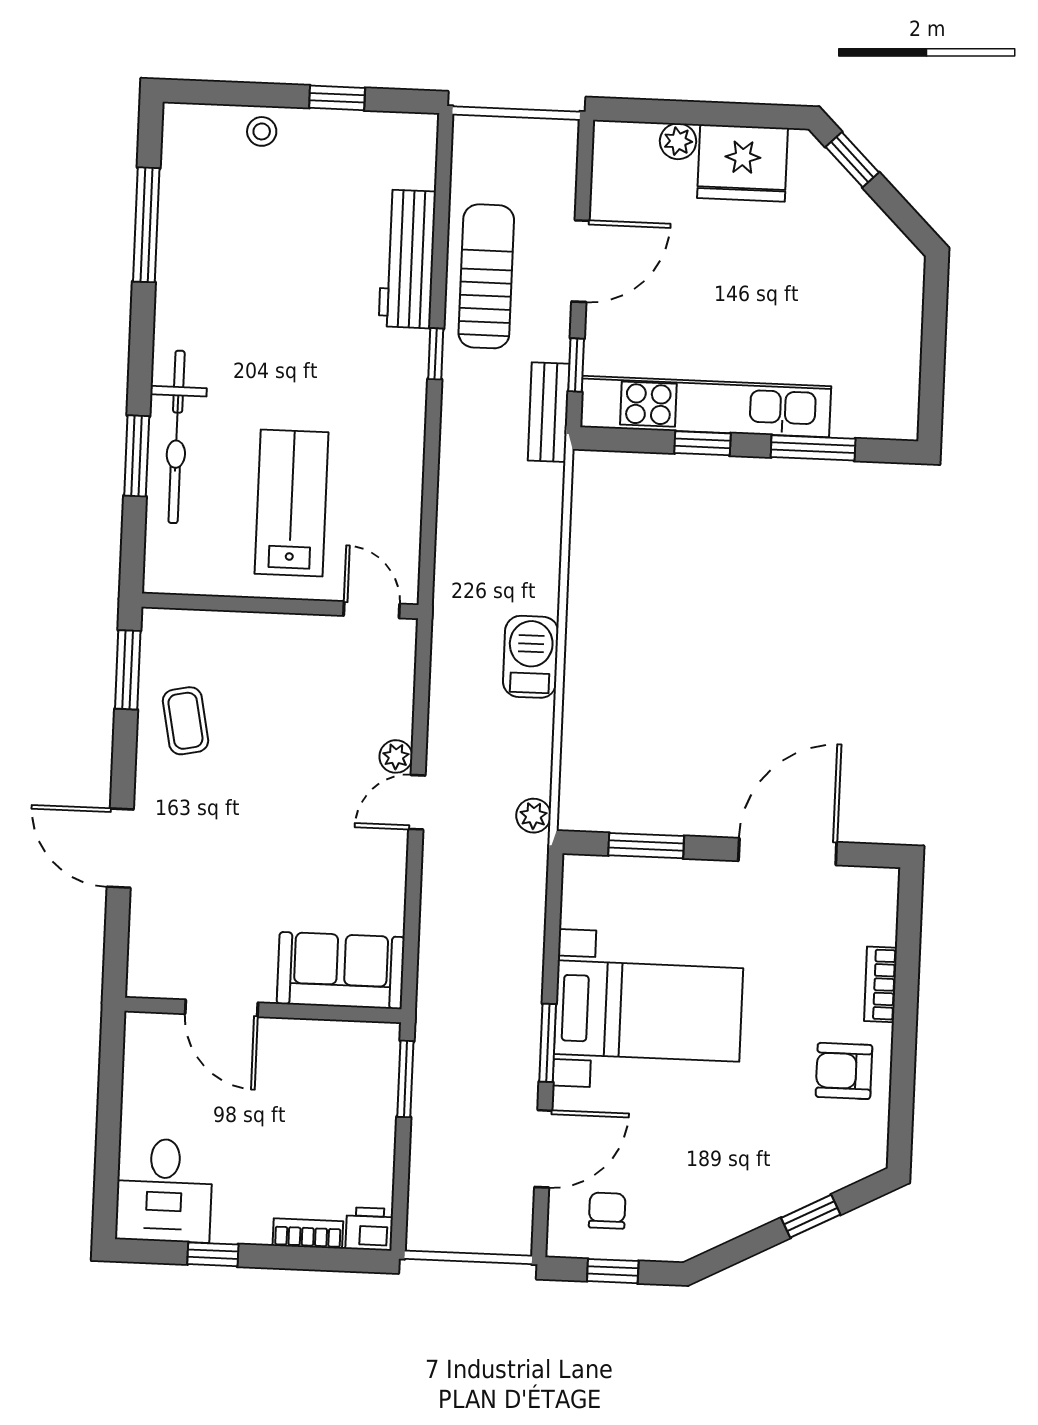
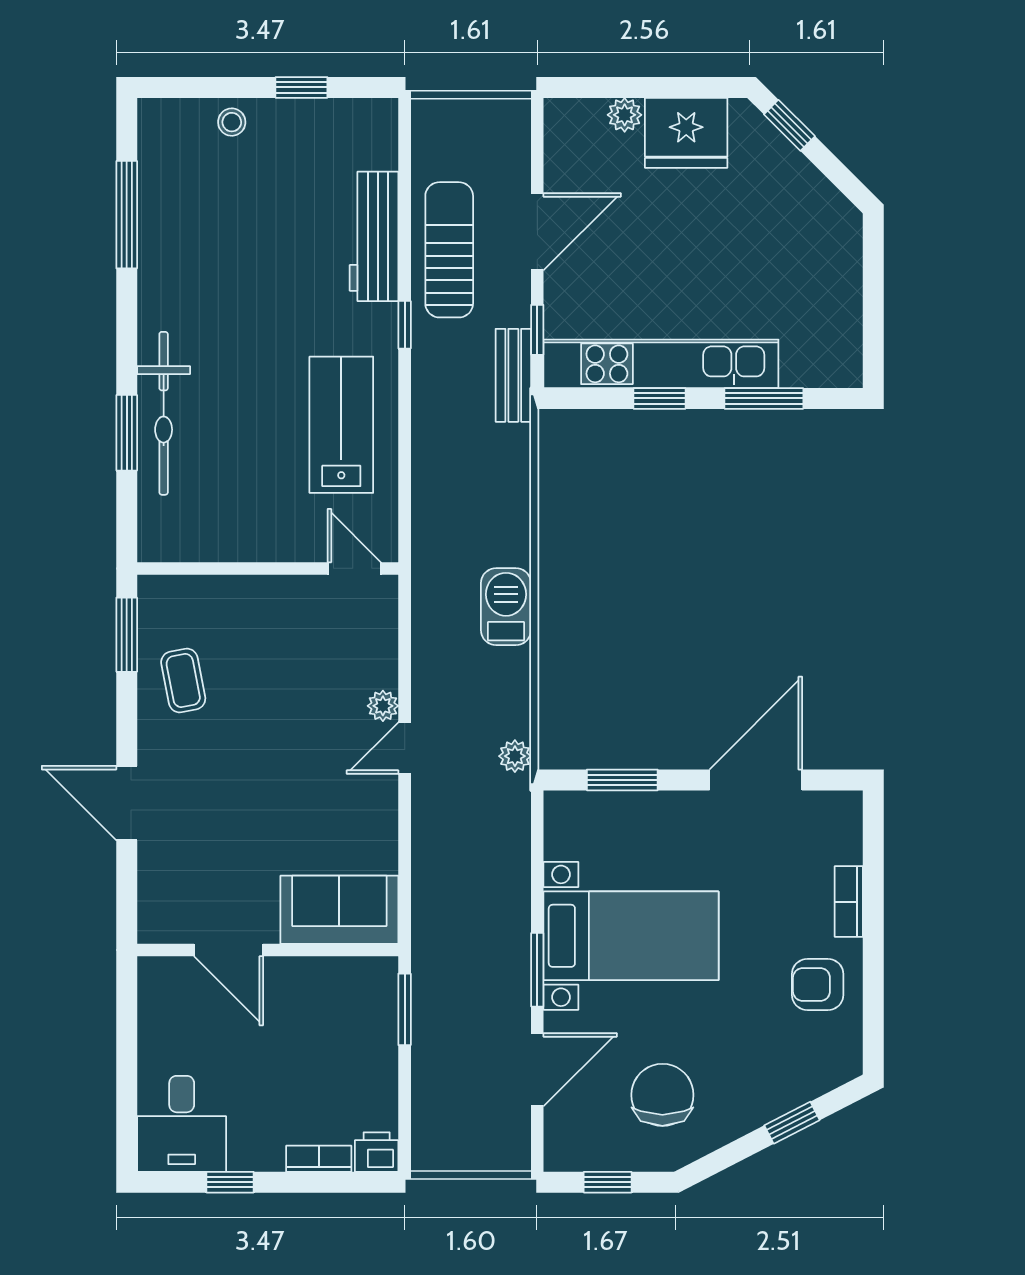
lab bench: (292, 503) -> (341, 425), moved
chair: (607, 1211) -> (662, 1095), moved, width x1.87, depth x1.87

